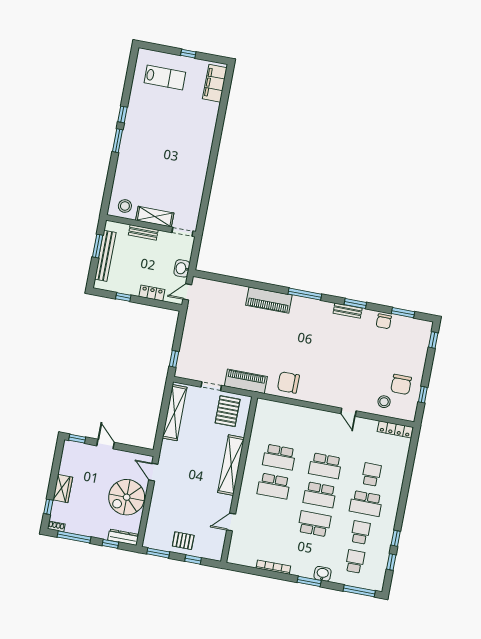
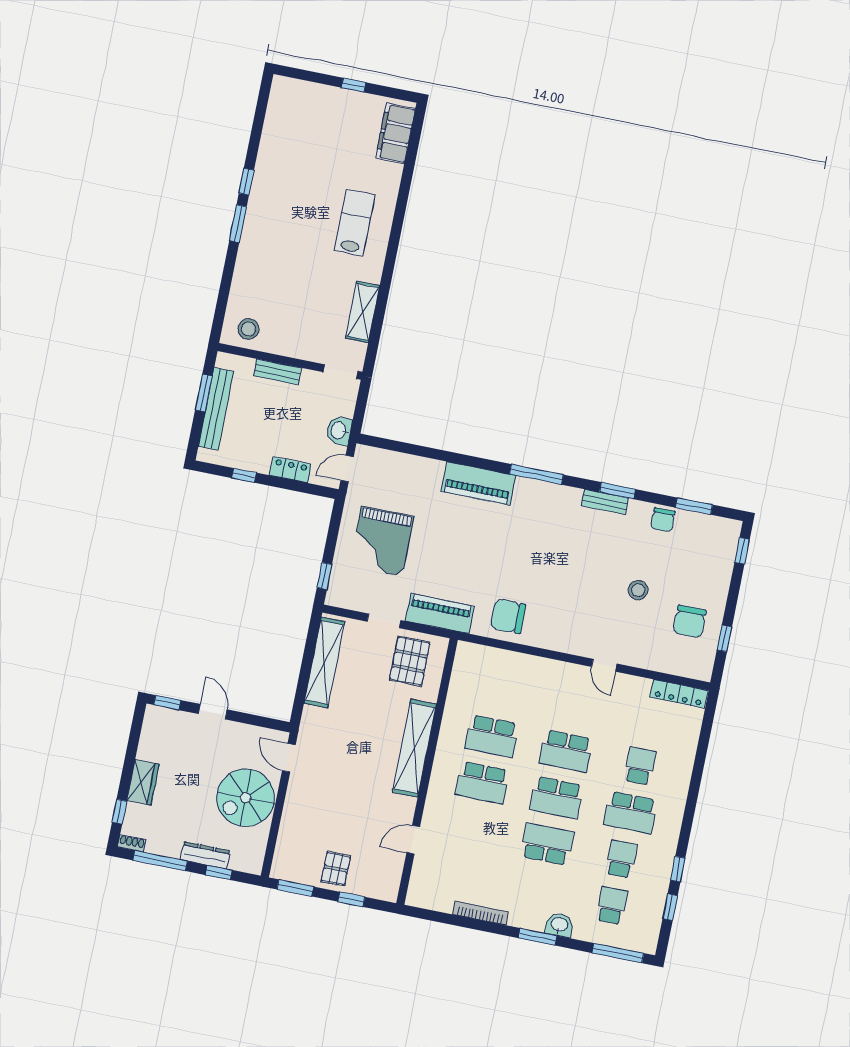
lab bench: (165, 78) -> (355, 223), moved, turned -90
shelving: (155, 217) -> (363, 312), moved, turned 90
grand piano: (209, 337) -> (382, 541), added
stool: (384, 402) -> (638, 590), moved
dresser: (123, 537) -> (205, 855), moved
pallet: (183, 541) -> (336, 869), turned 90

